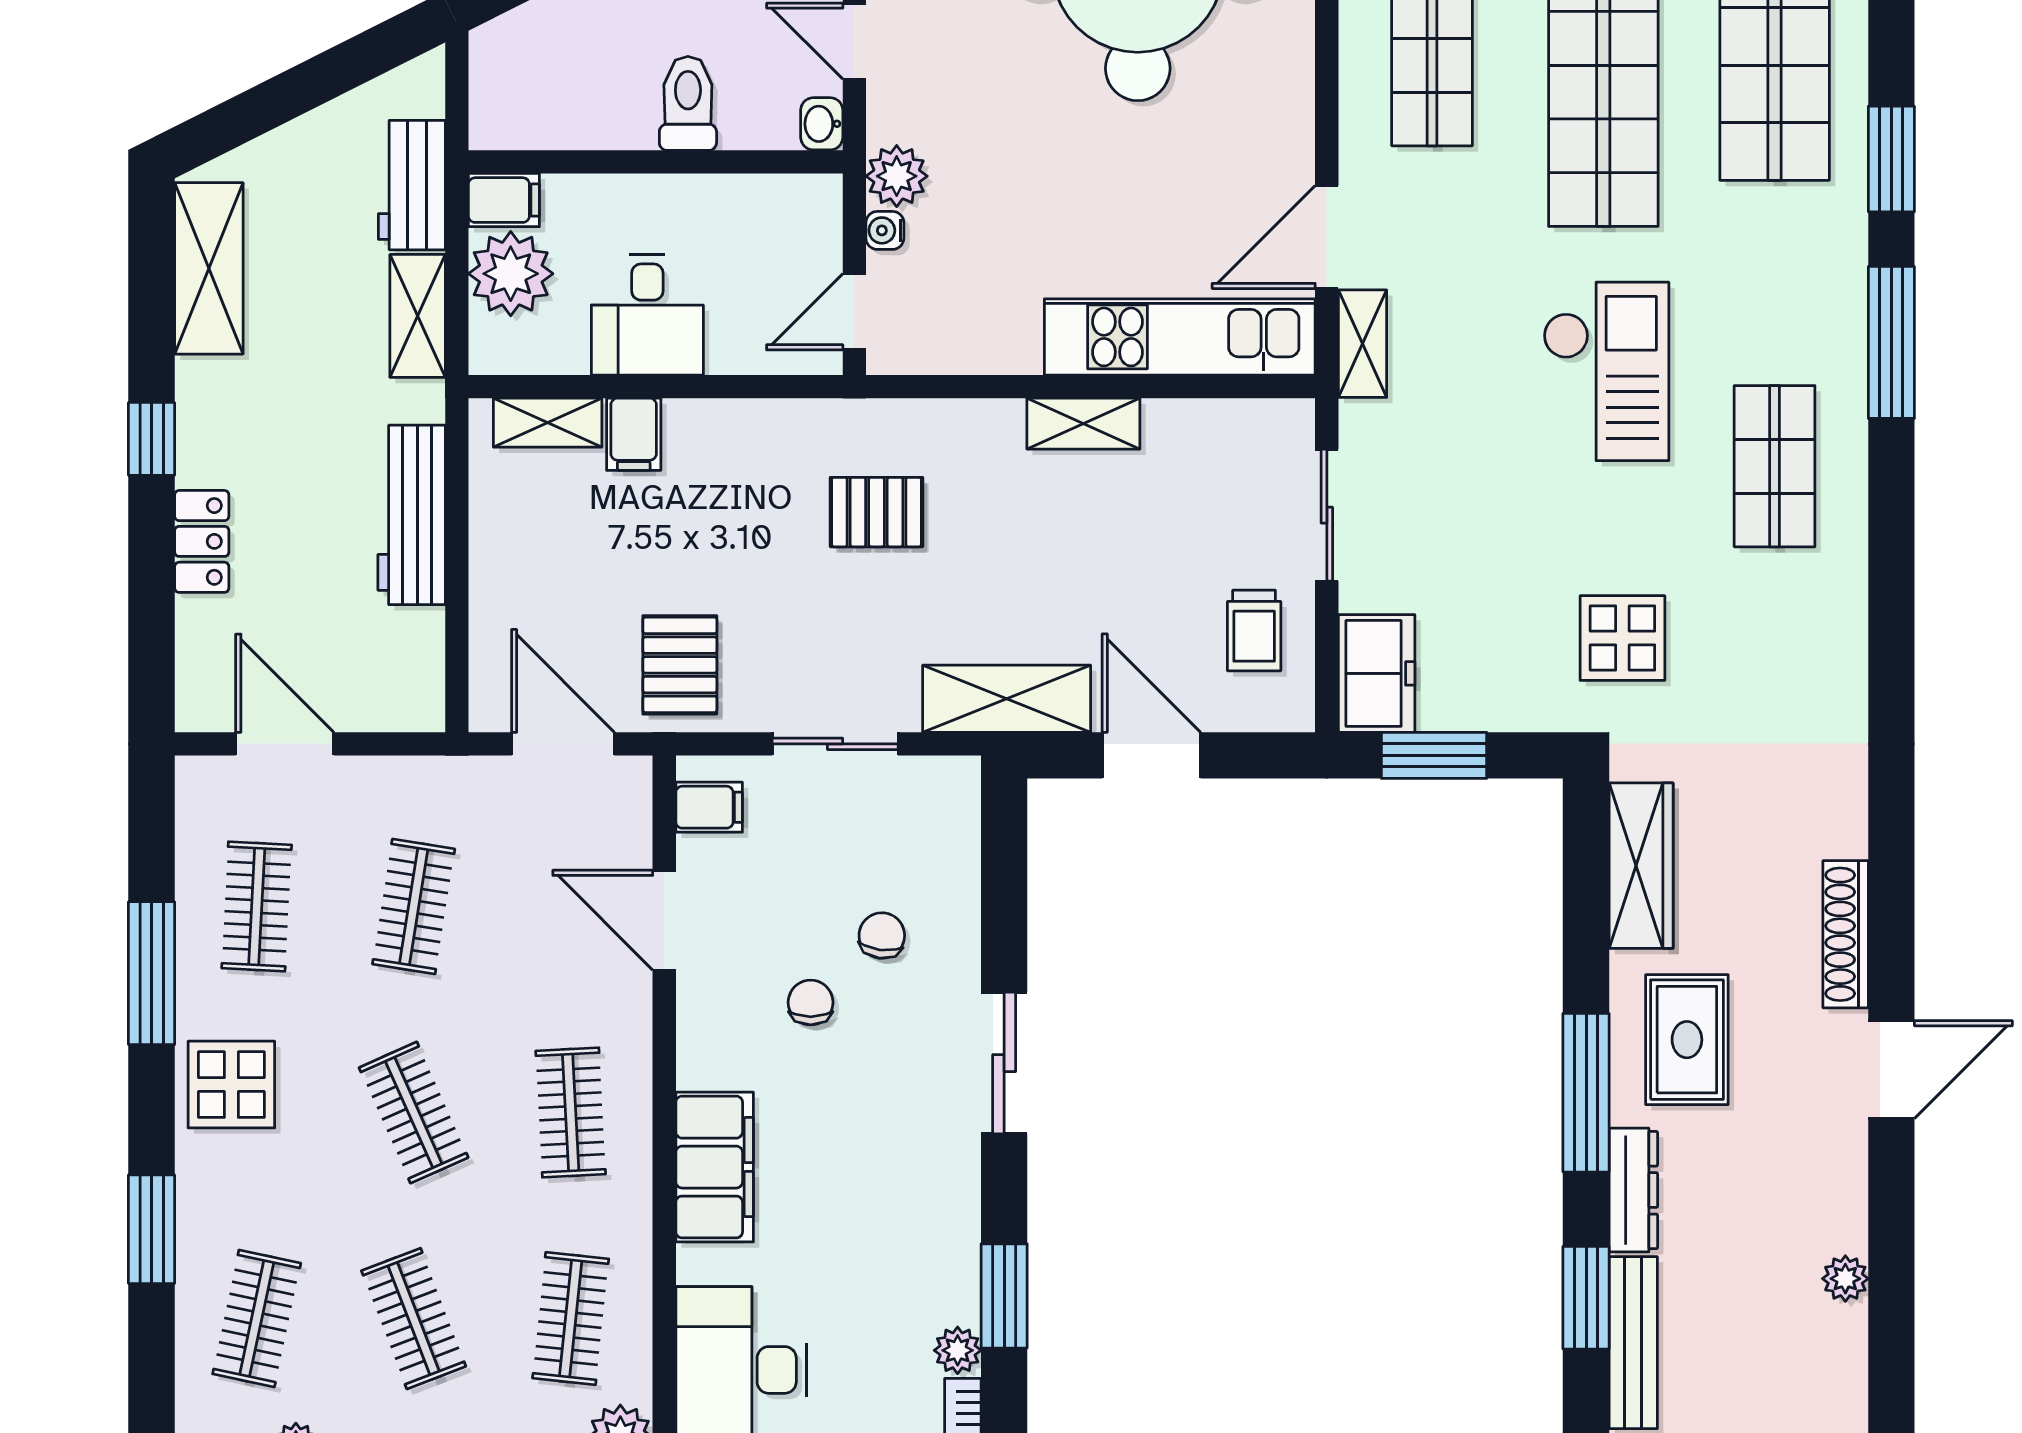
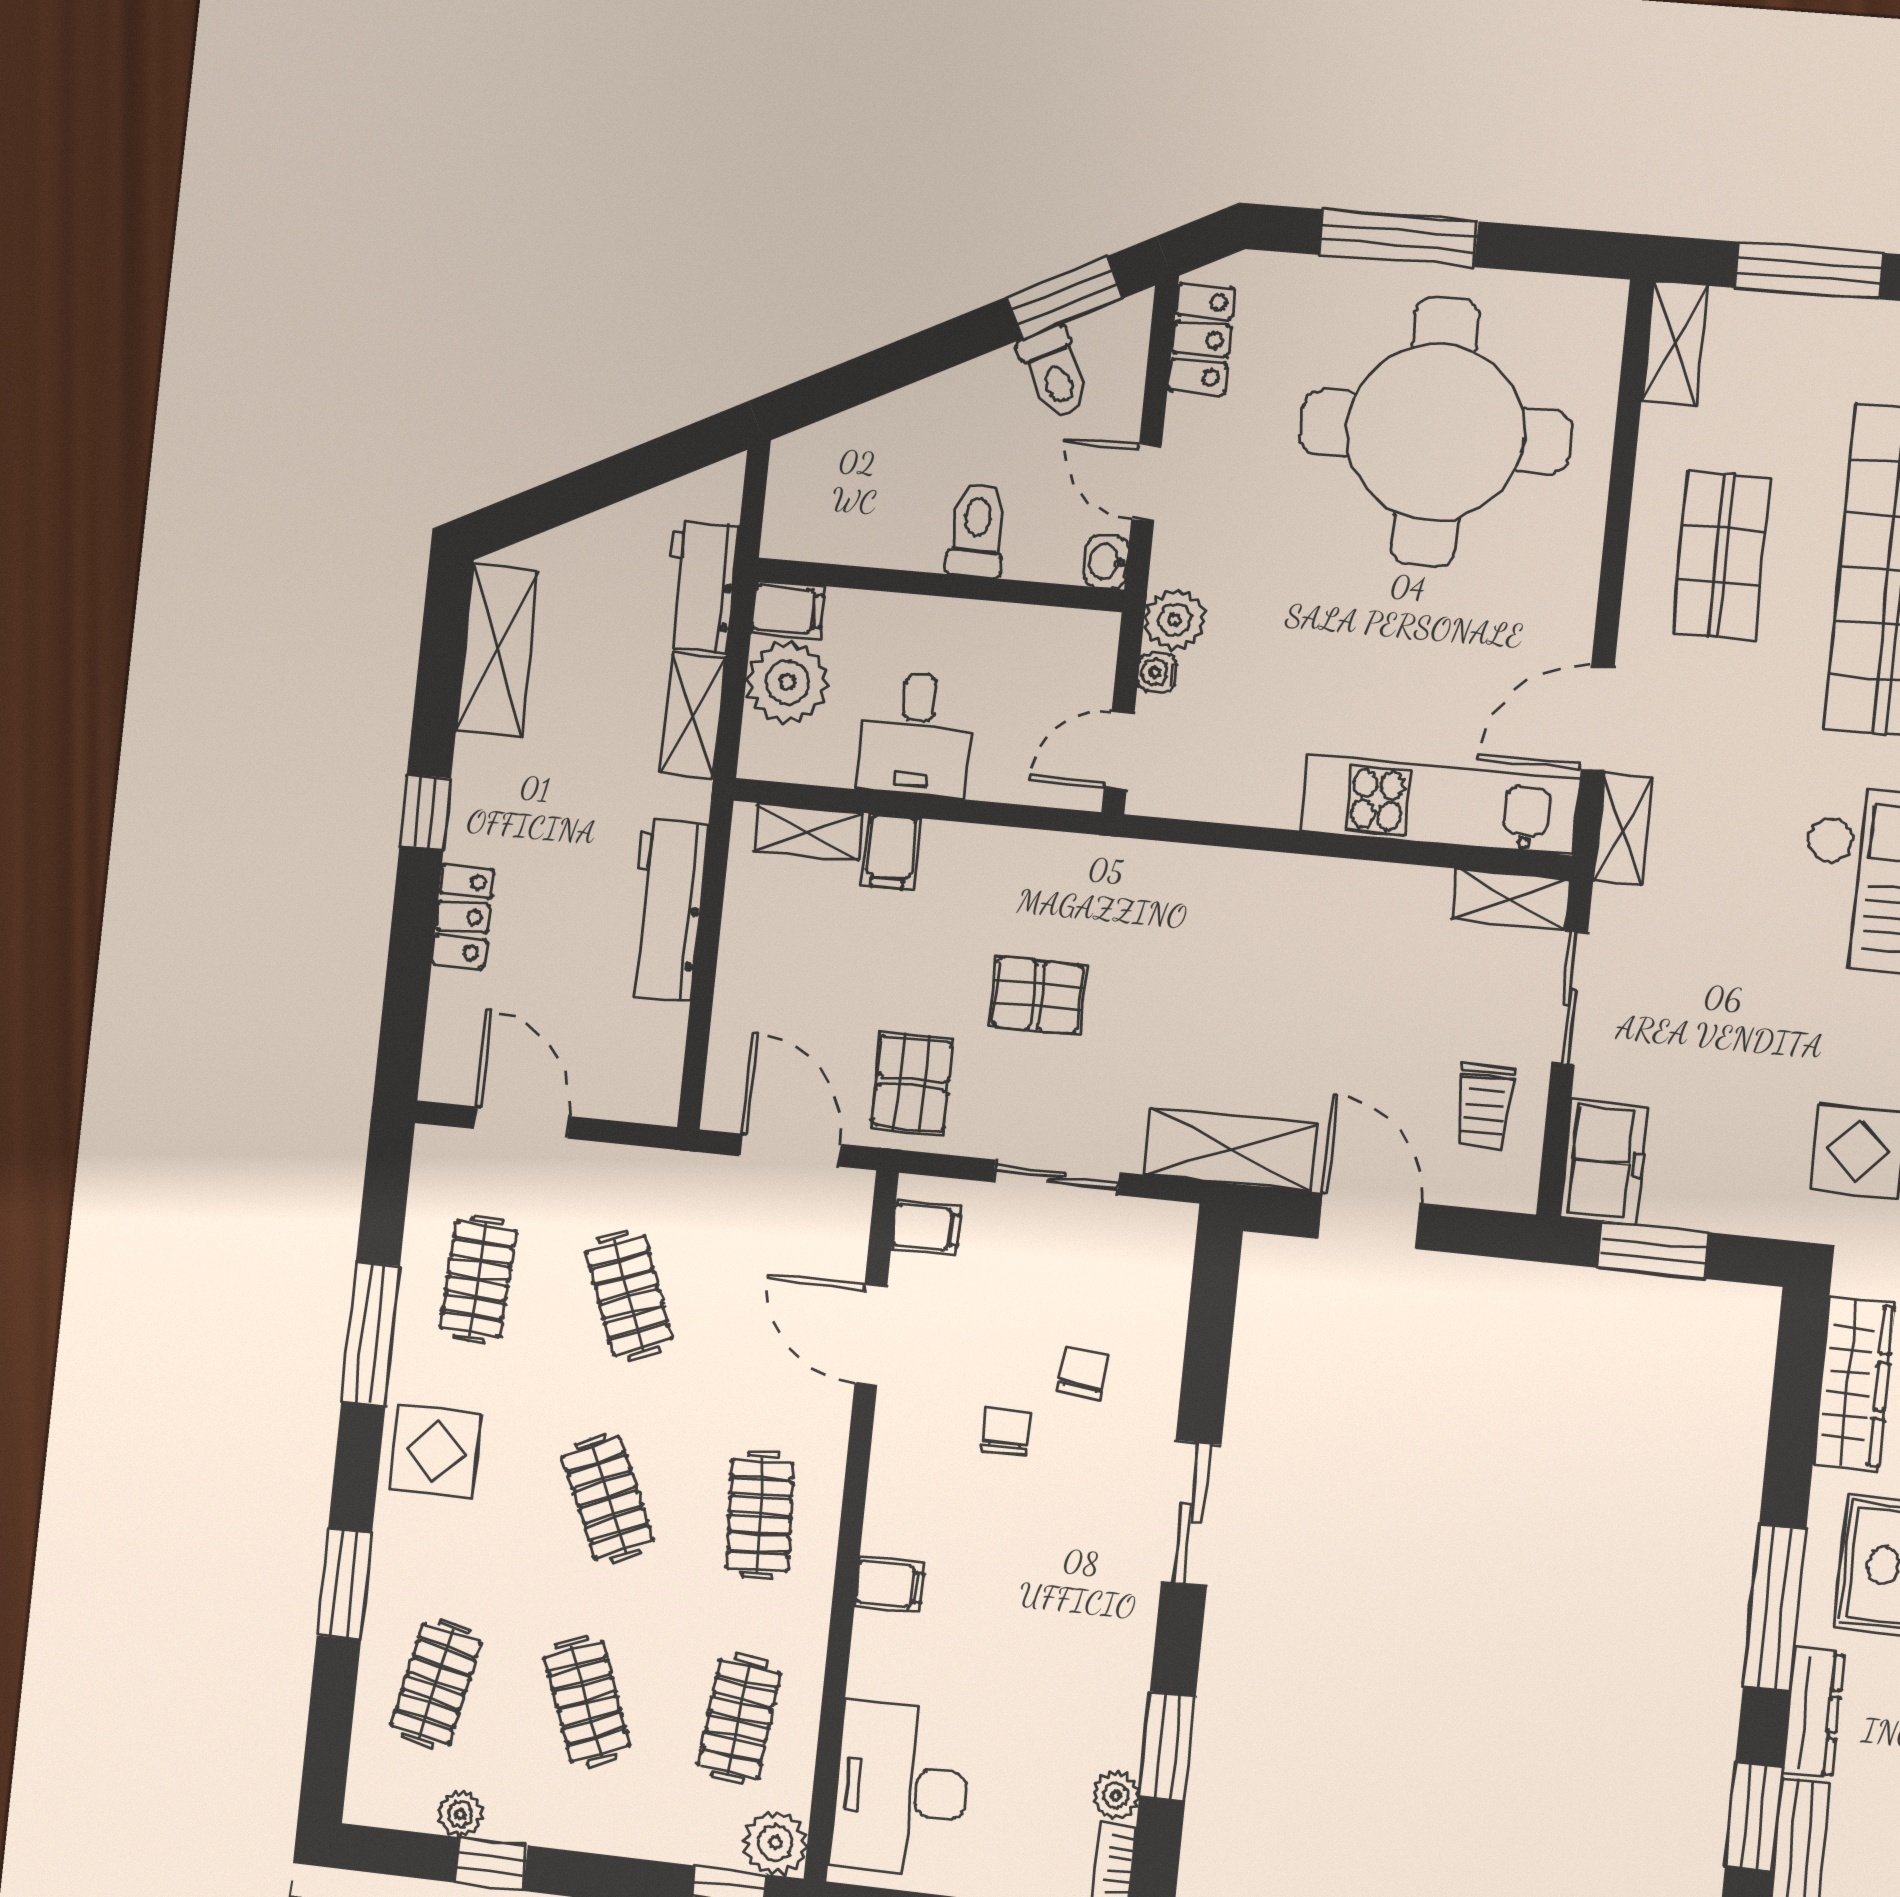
shelving: (1083, 424) -> (1510, 899), moved
pallet: (876, 512) -> (1037, 995), moved
clothes rail: (414, 907) -> (629, 1295), turned -30
filing cabinet: (715, 1167) -> (890, 1584), width x0.33, depth x0.86

